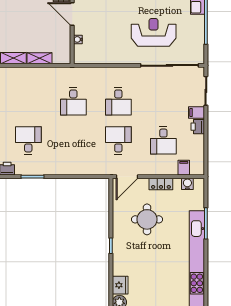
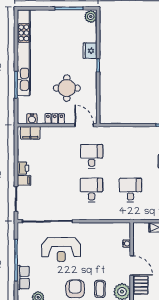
desk: (118, 140) -> (92, 156), turned 180
desk: (163, 140) -> (53, 156), removed
filing cabinet: (184, 168) -> (30, 133), width x2.00
door: (127, 177) -> (84, 125), hinge flipped
fridge: (120, 285) -> (90, 51), moved

